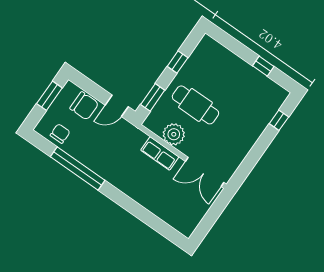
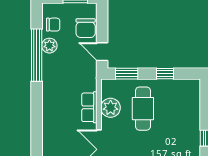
plant: (77, 151) -> (49, 46), added

